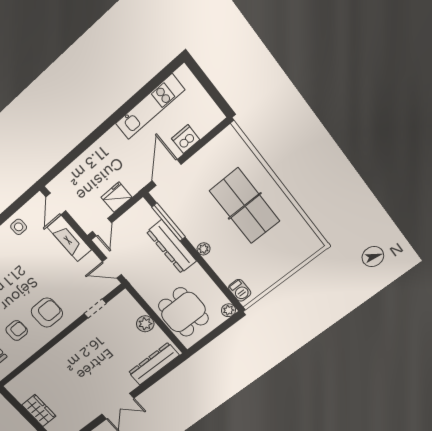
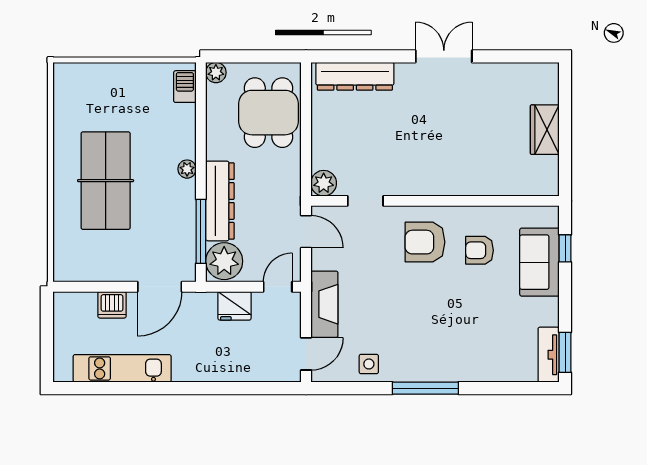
plant: (142, 217) -> (224, 261), added
plant: (145, 324) -> (324, 183), moved

